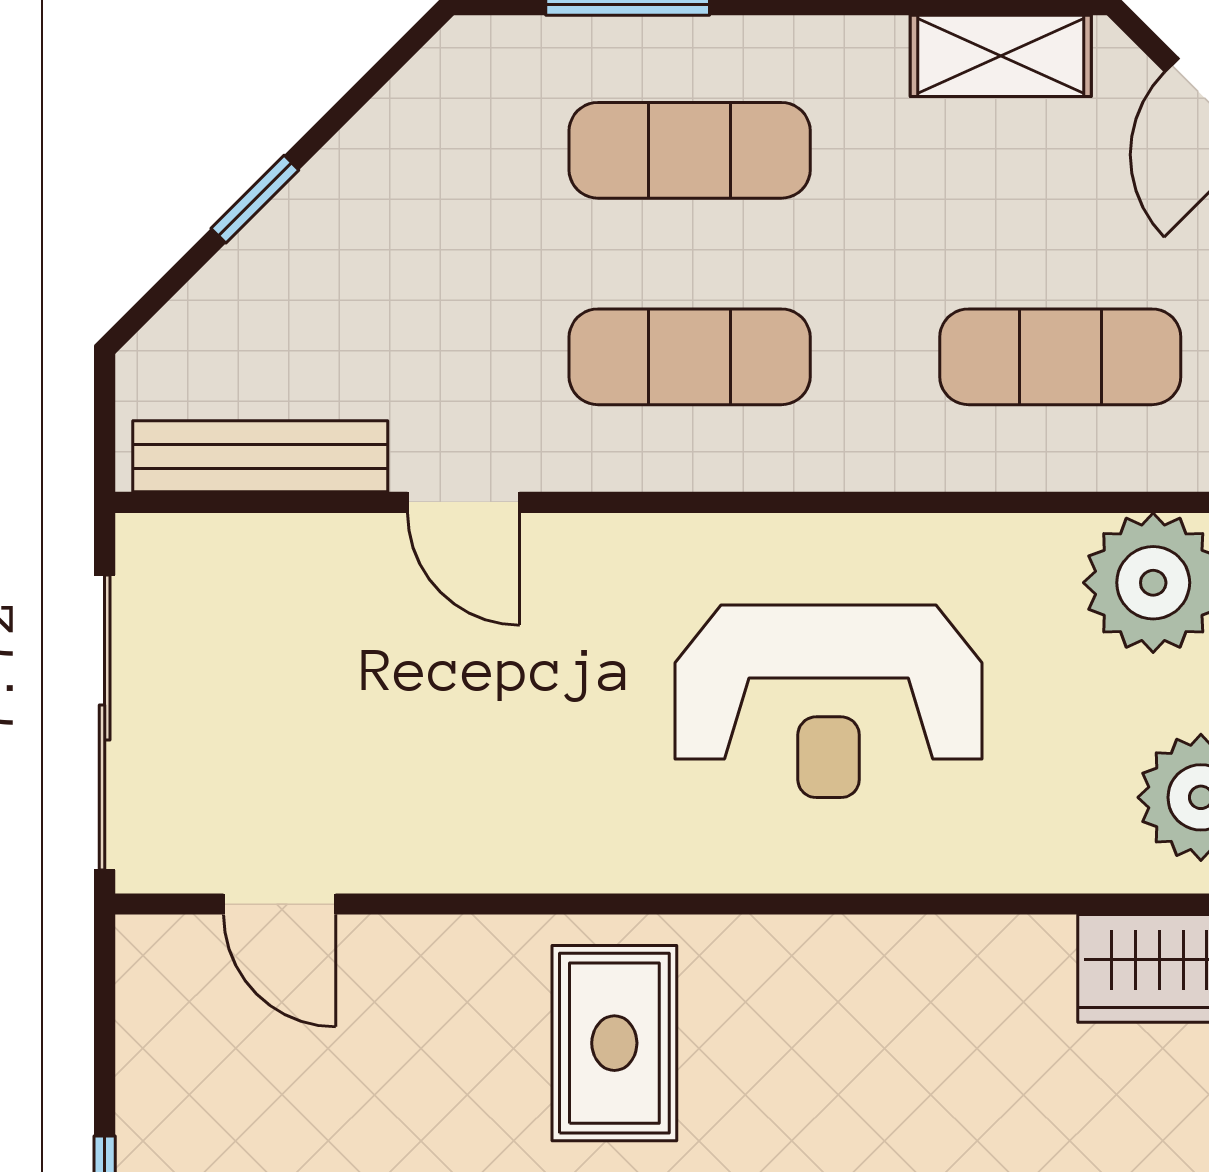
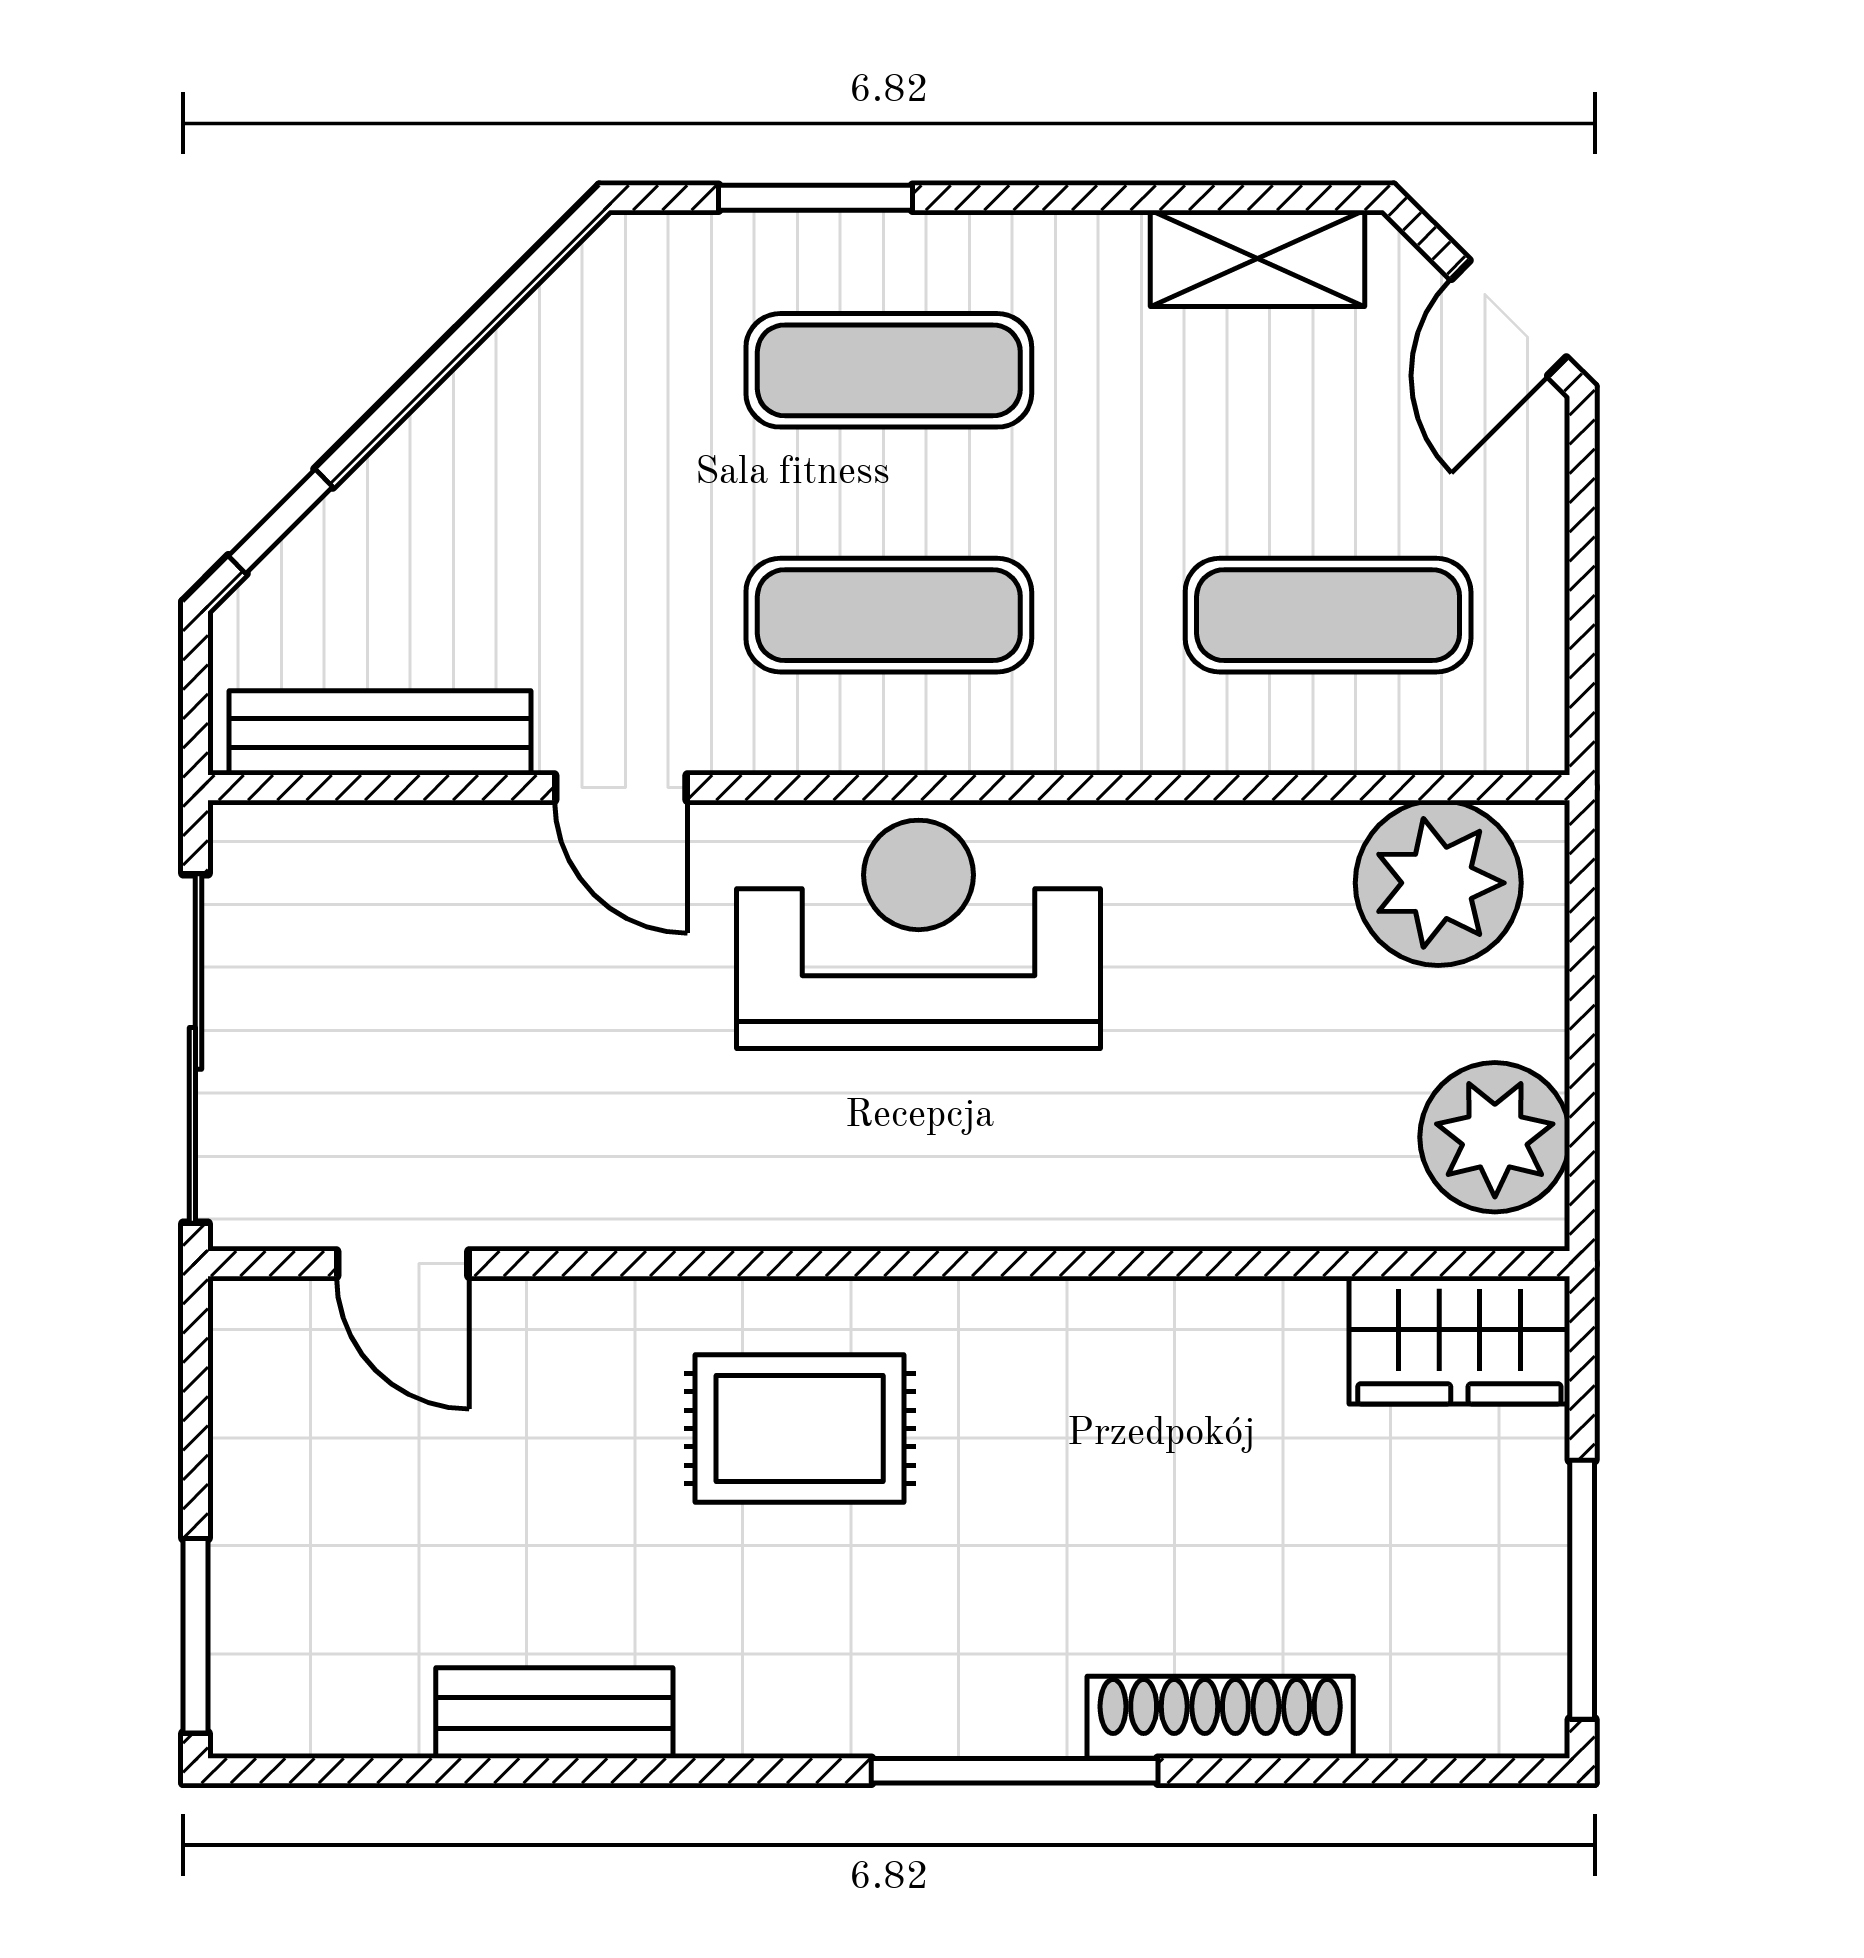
window: (255, 199) -> (281, 521), moved
reception desk: (829, 701) -> (918, 934), moved, turned 180
rug: (614, 1043) -> (800, 1429), turned 90

